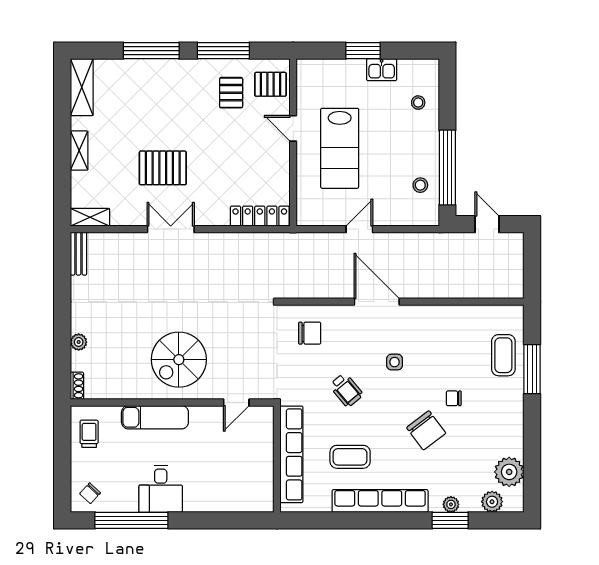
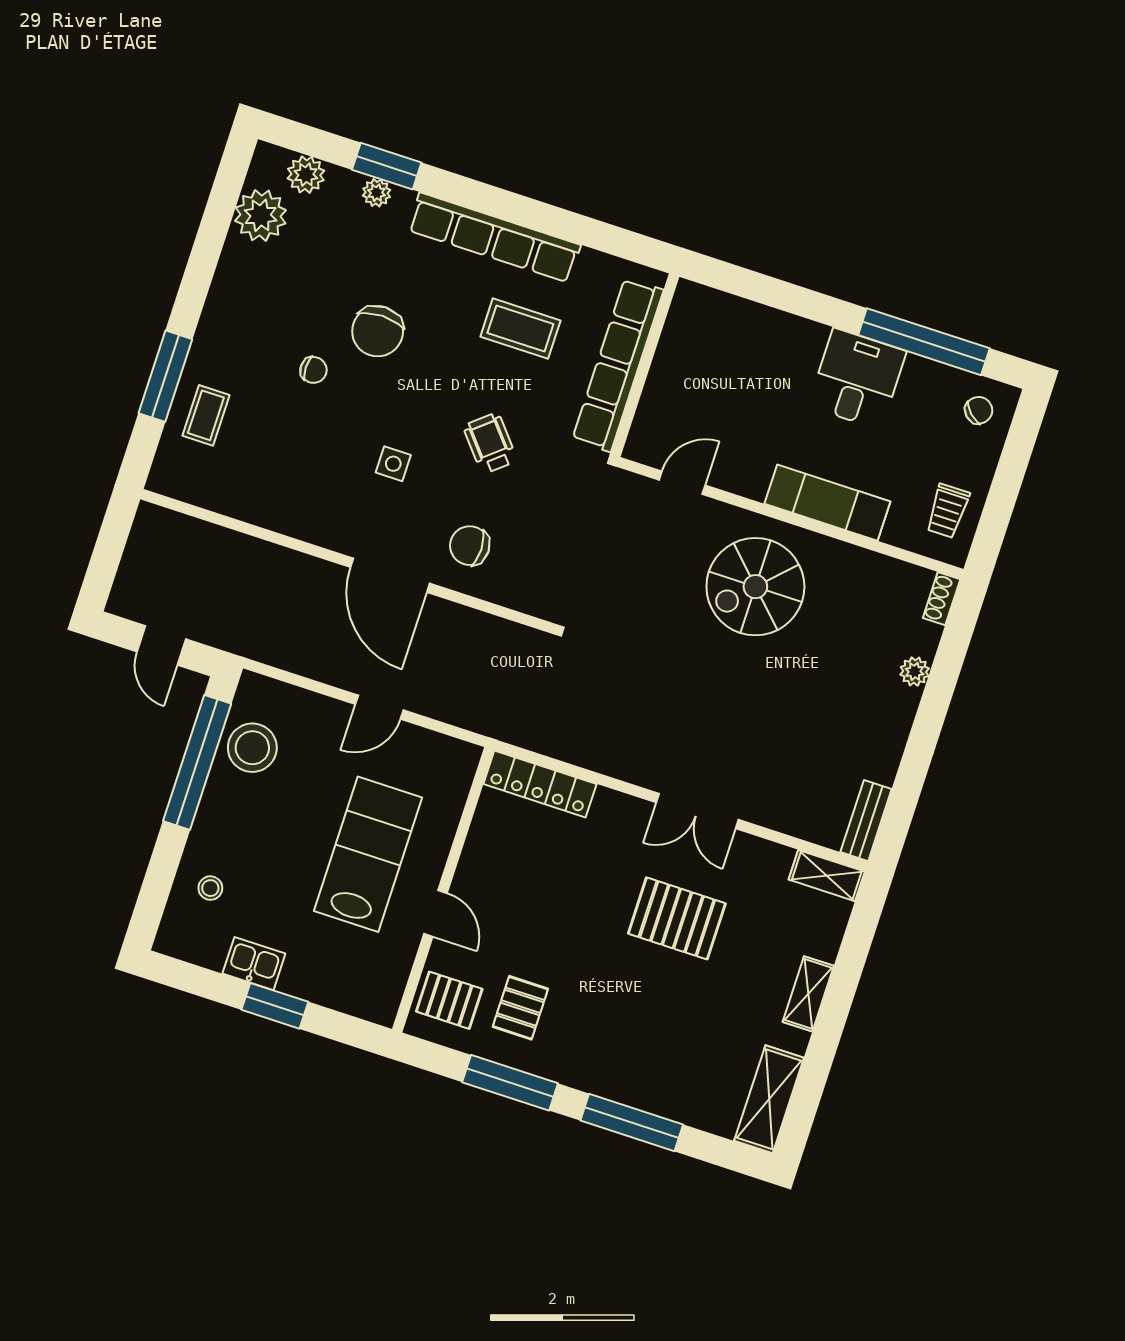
stool: (420, 185) -> (252, 748), width x1.89, depth x1.89
chair: (310, 333) -> (470, 546), moved
coffee table: (503, 355) -> (206, 415), width x0.73, depth x0.77
spiral stairs: (179, 360) -> (755, 587), turned 180
chair: (426, 430) -> (378, 331), turned -143

